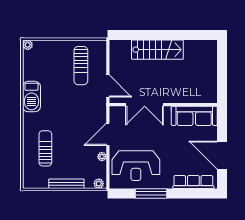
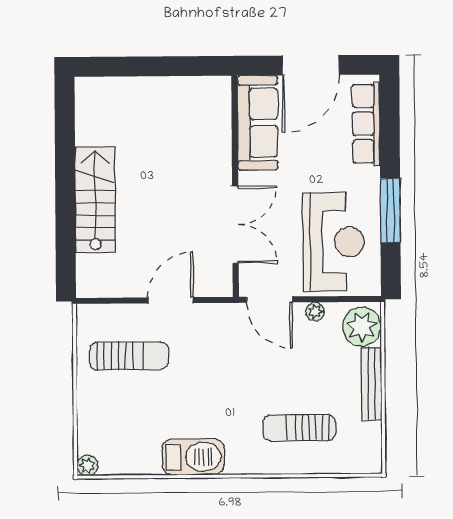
double door: (145, 105) -> (235, 225), moved
wall: (163, 105) -> (235, 186), moved
sofa: (194, 116) -> (258, 123), moved
plant: (99, 184) -> (362, 327), width x1.88, depth x1.88

